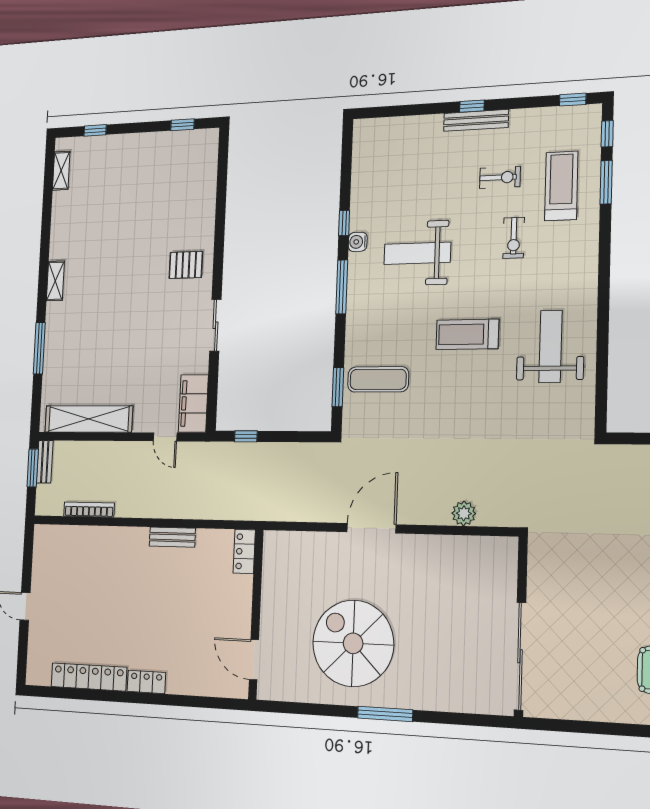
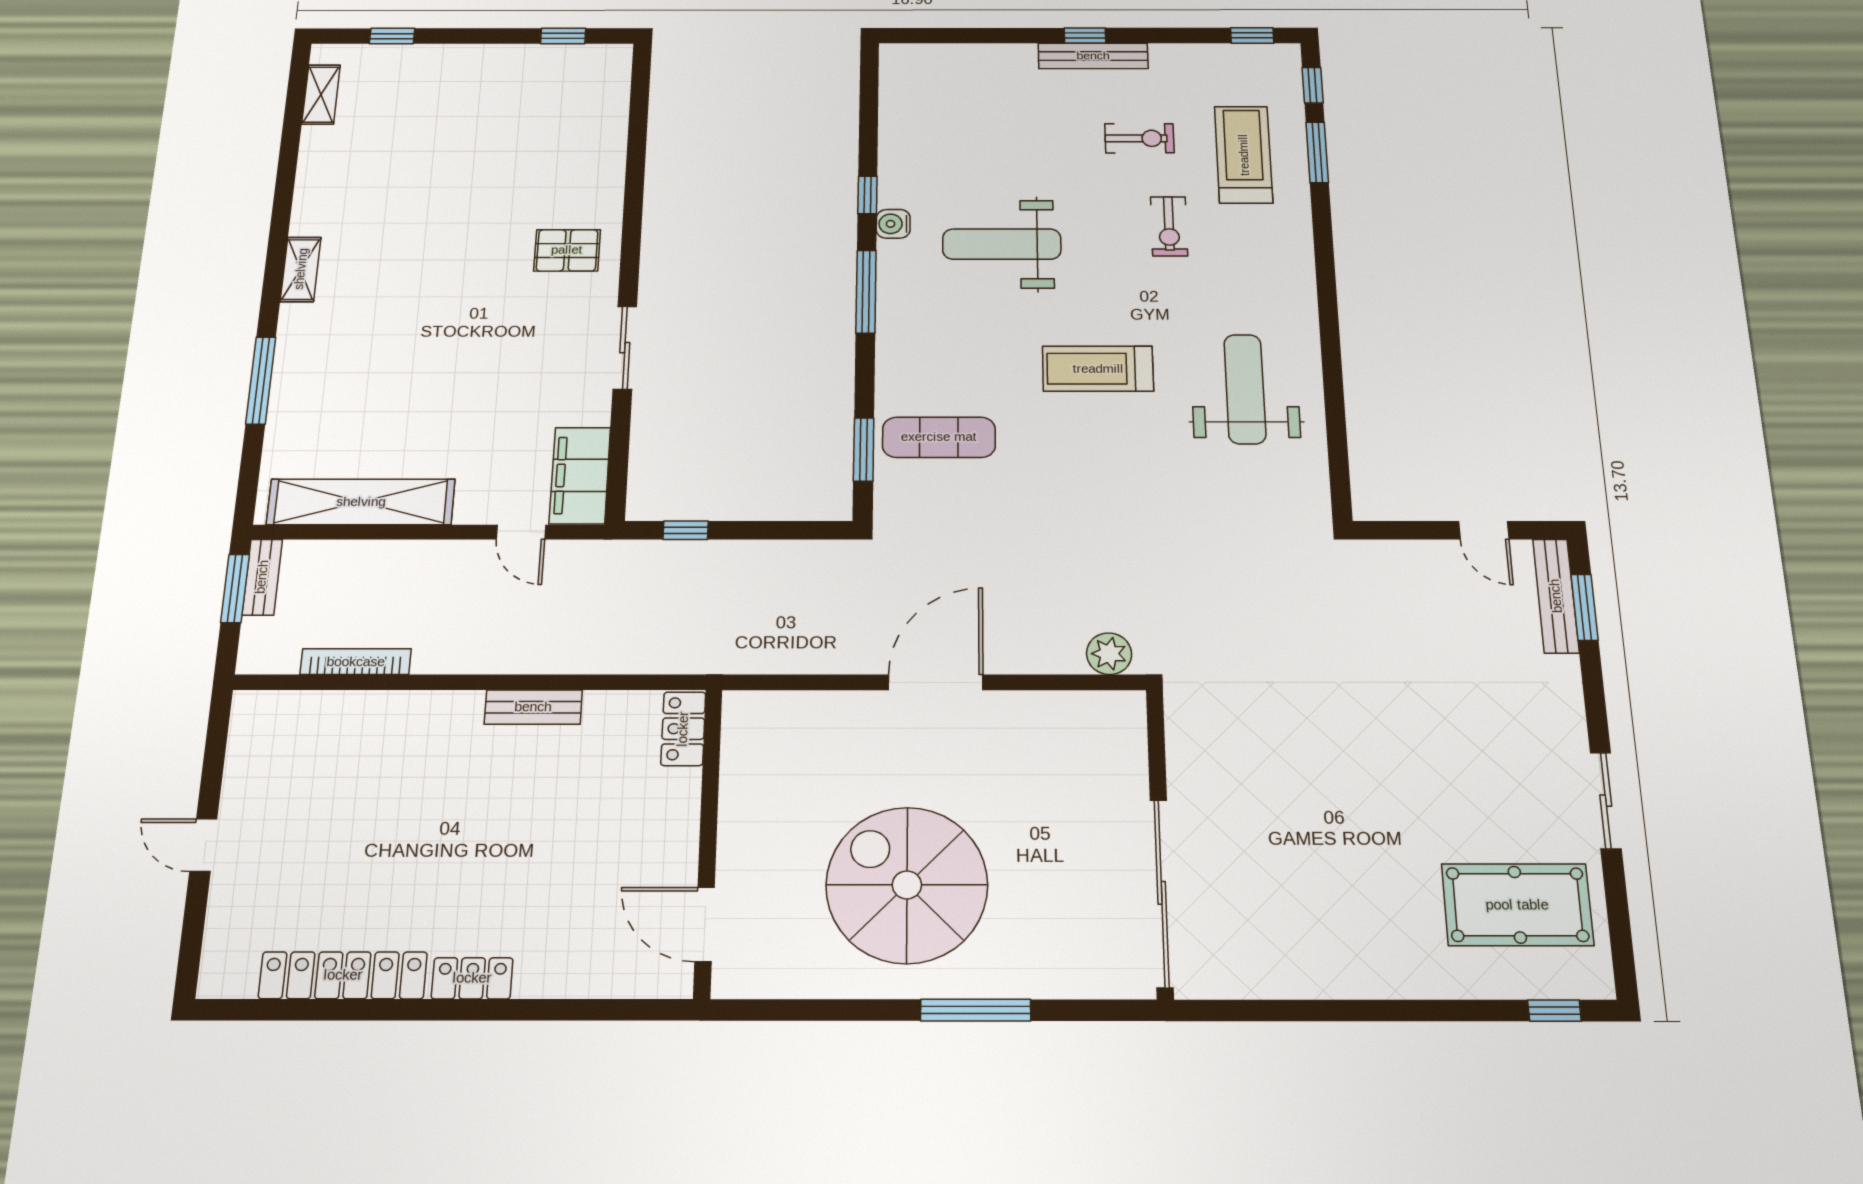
wall: (521, 626) -> (1160, 841), moved
sliding door: (520, 656) -> (1162, 893), moved

